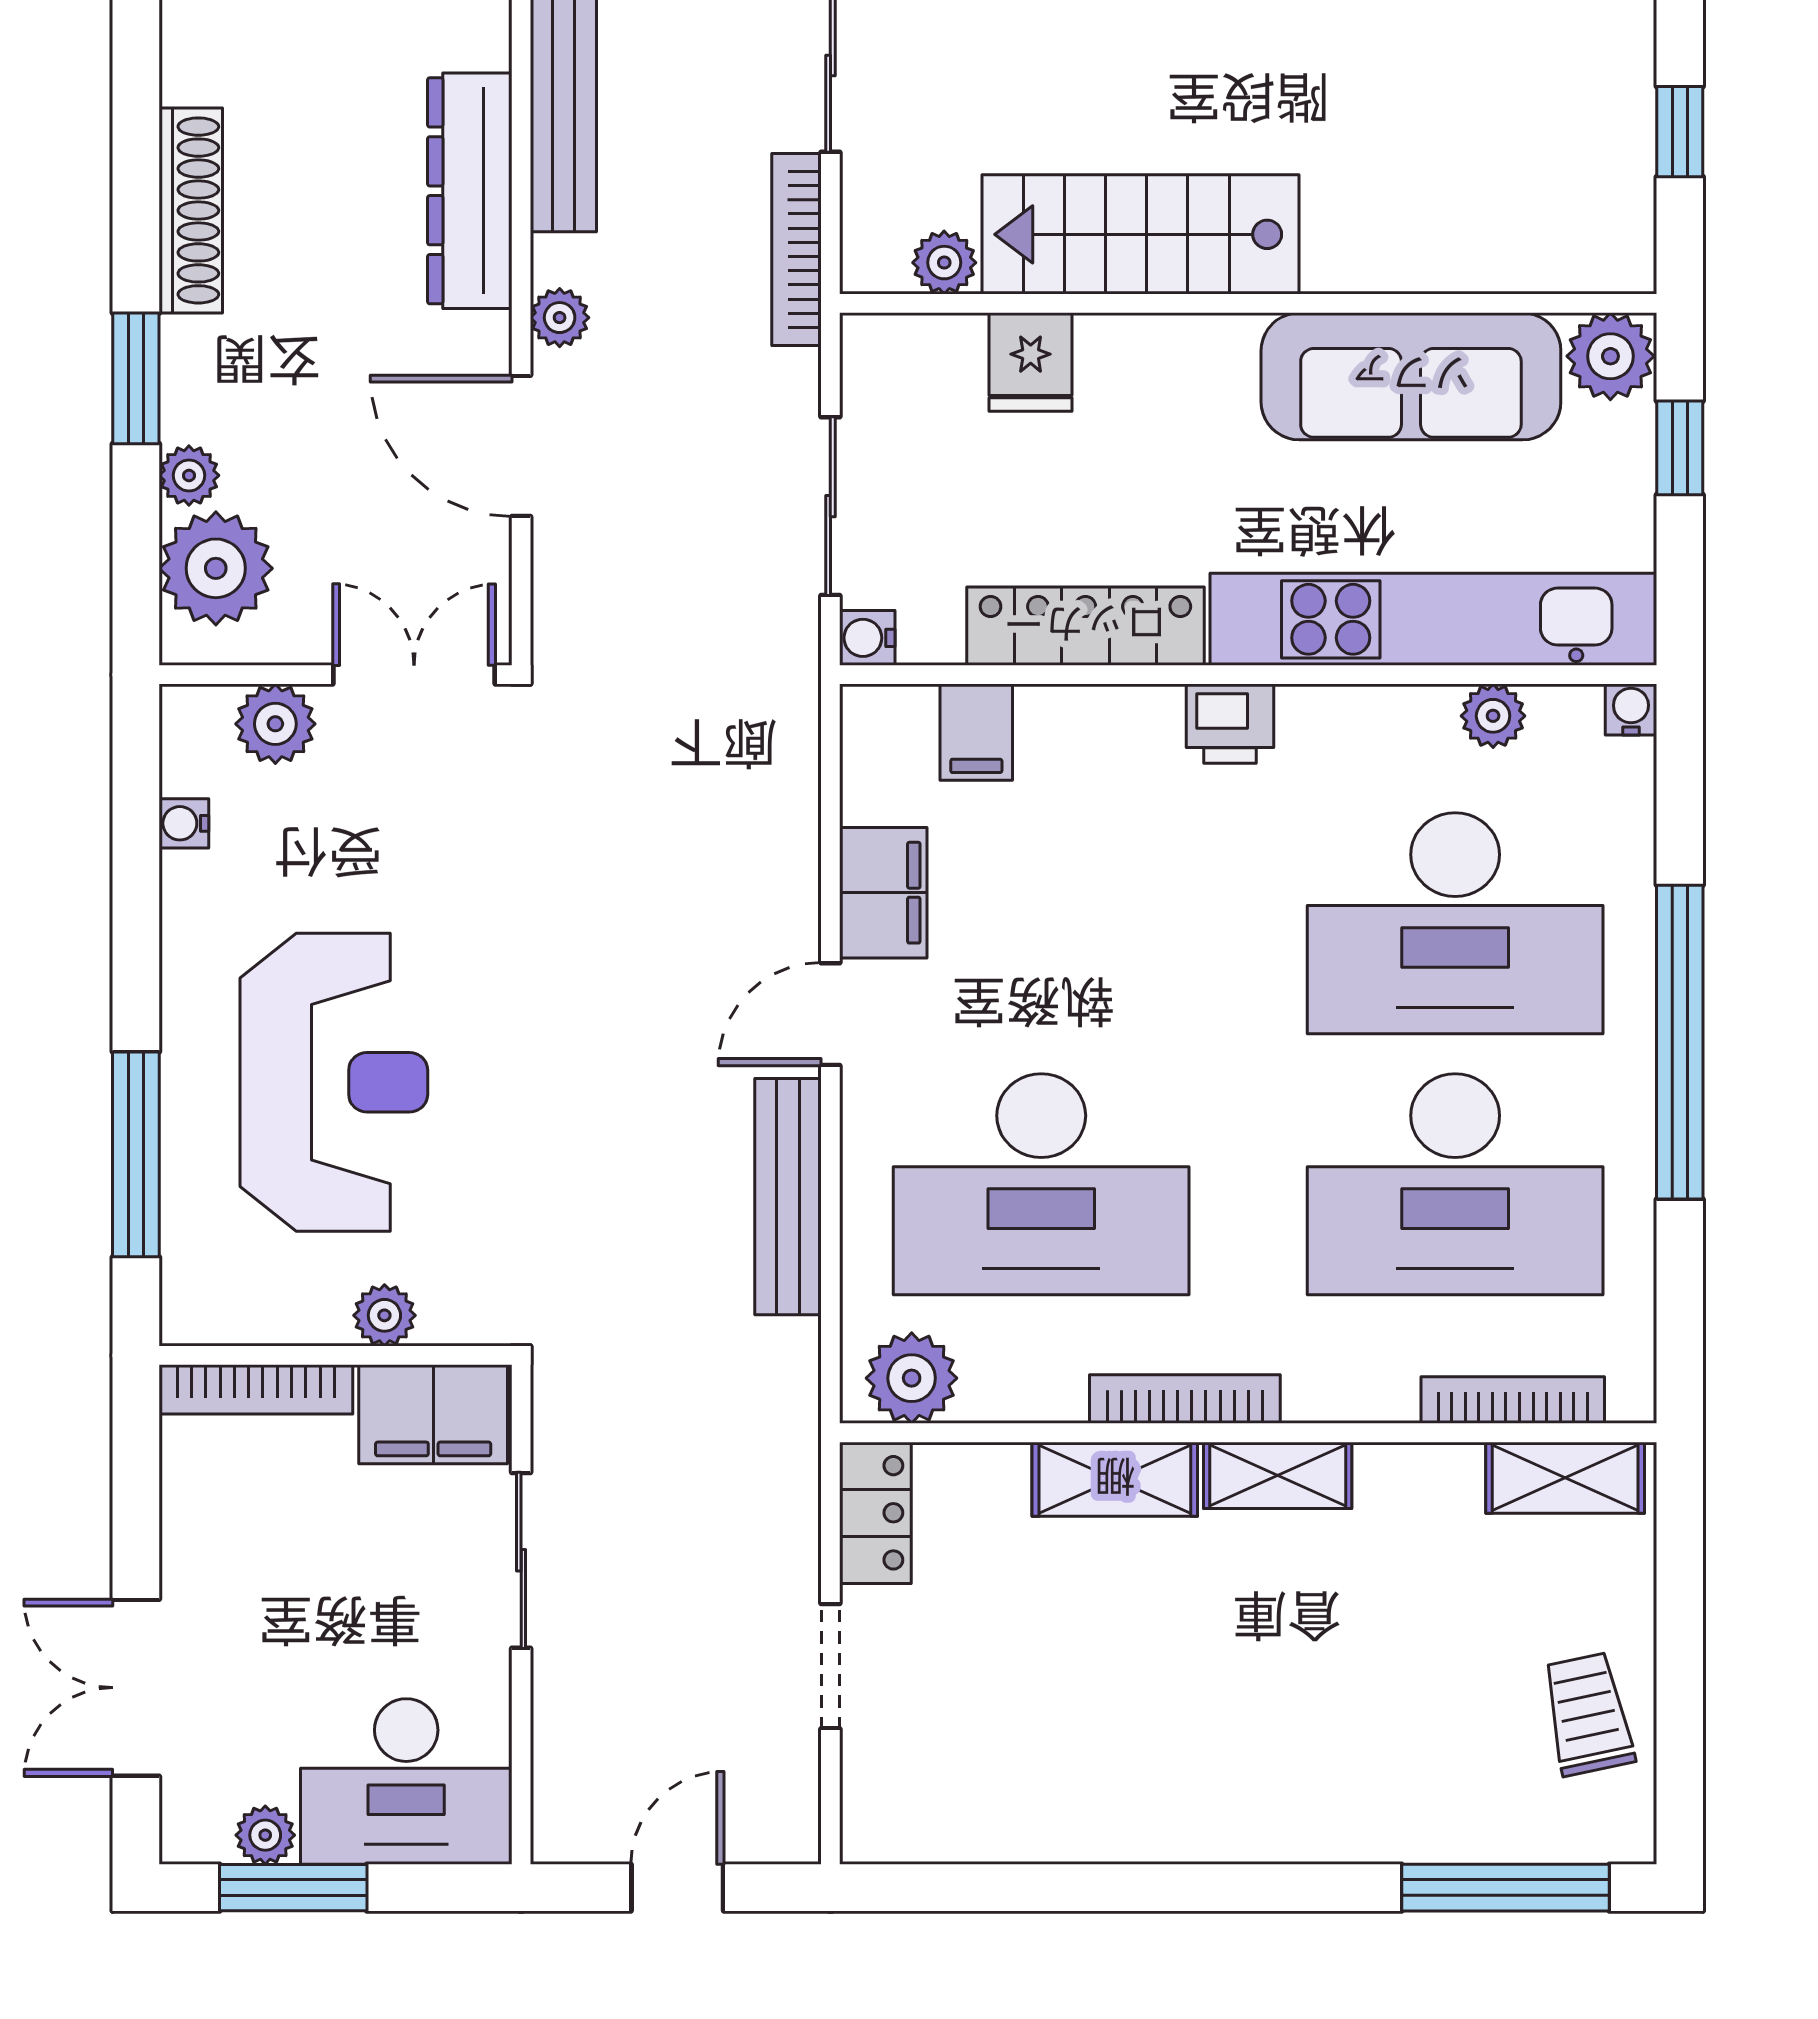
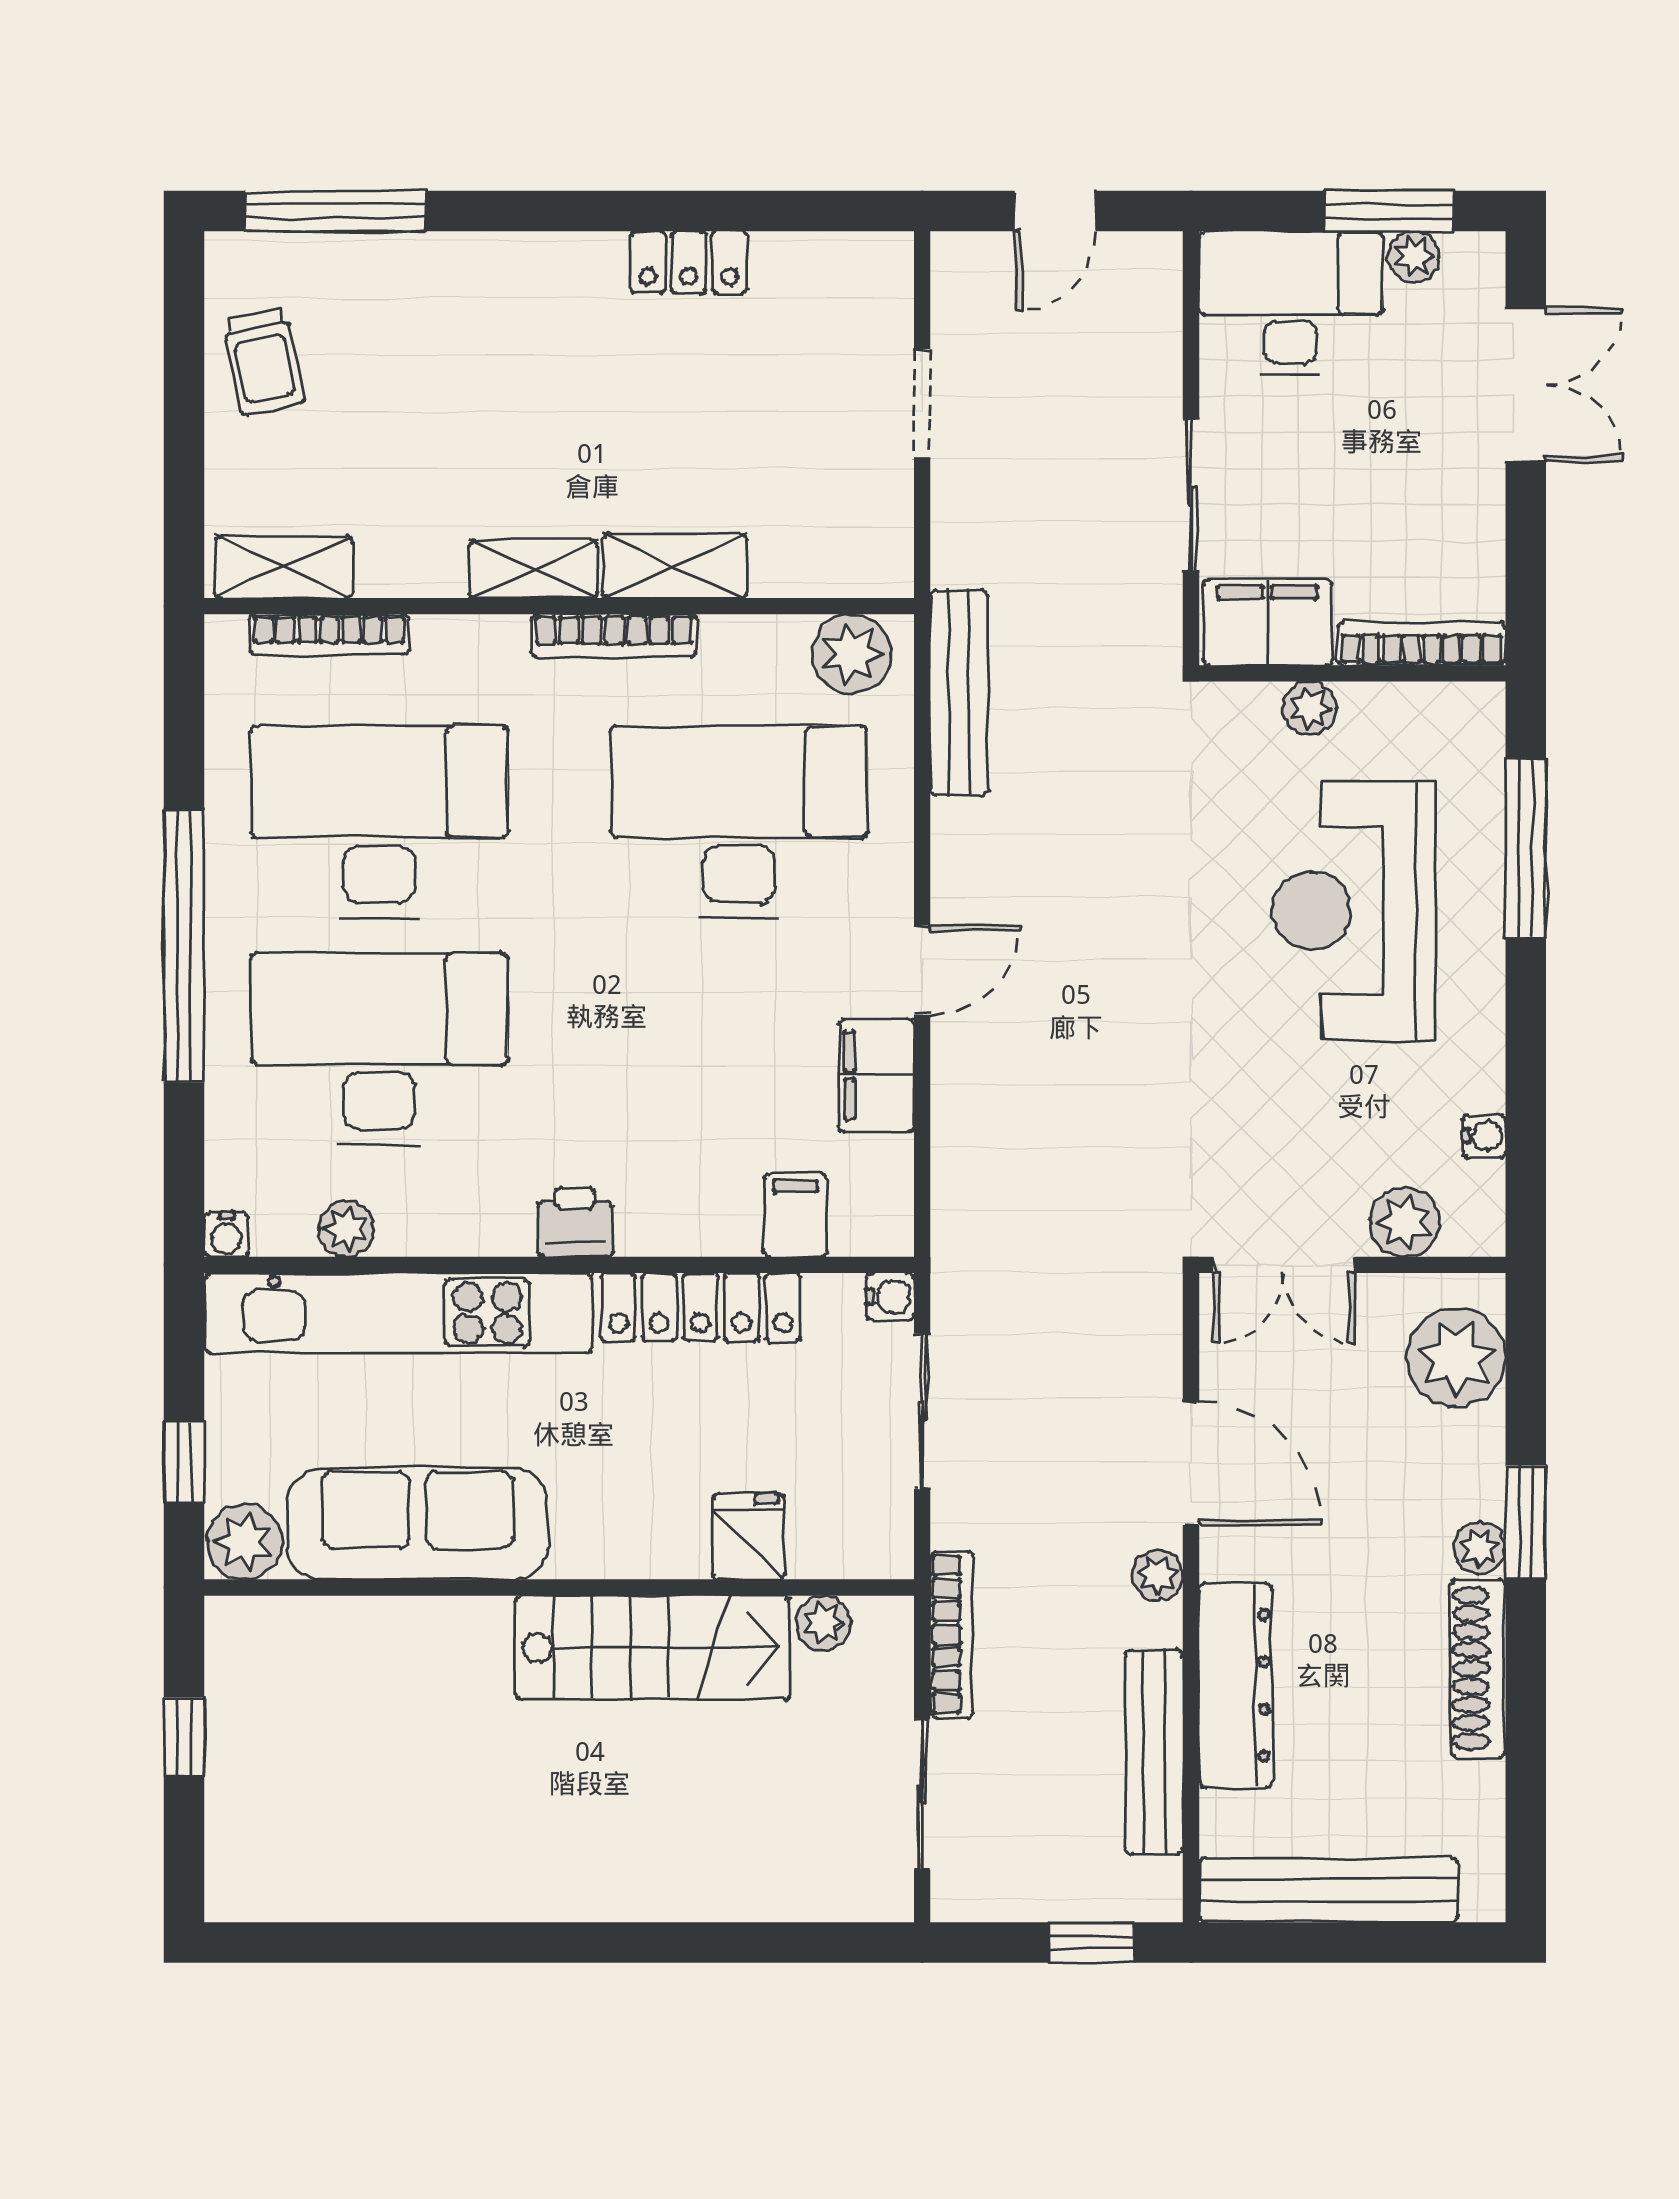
plant: (189, 475) -> (1480, 1548), moved
bench: (788, 1197) -> (959, 693), moved
locker: (875, 1513) -> (689, 262), moved, turned -90

